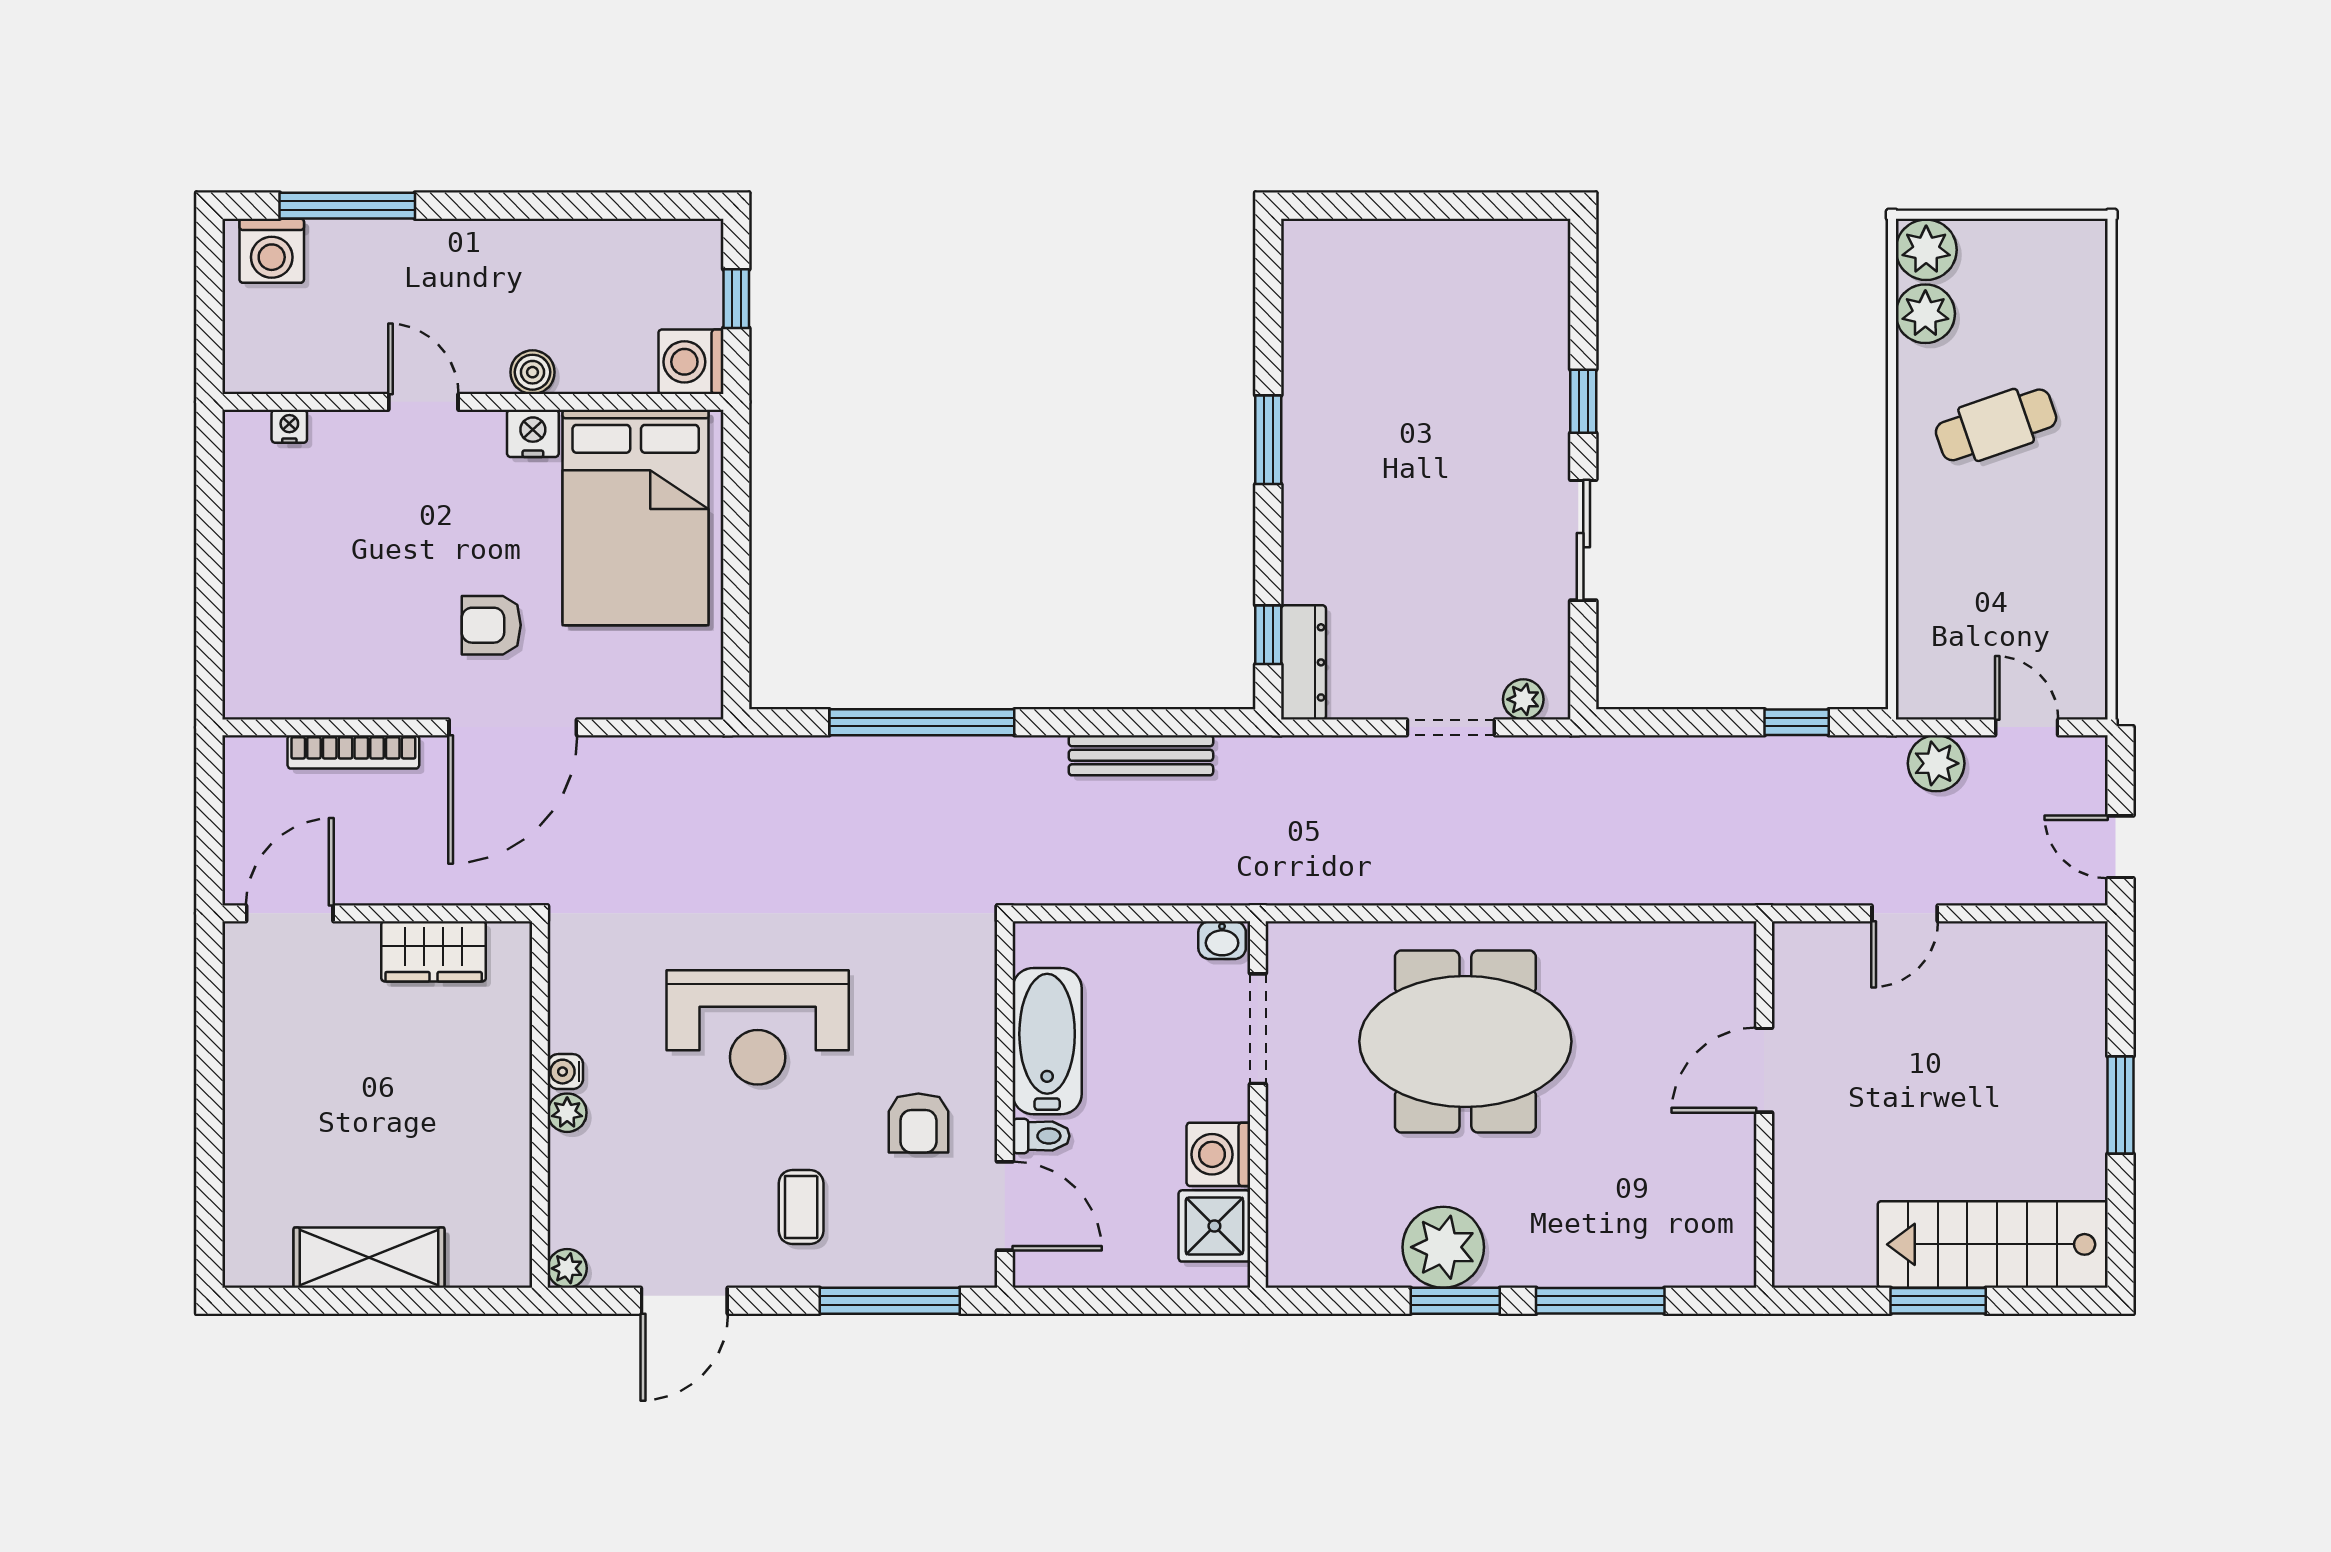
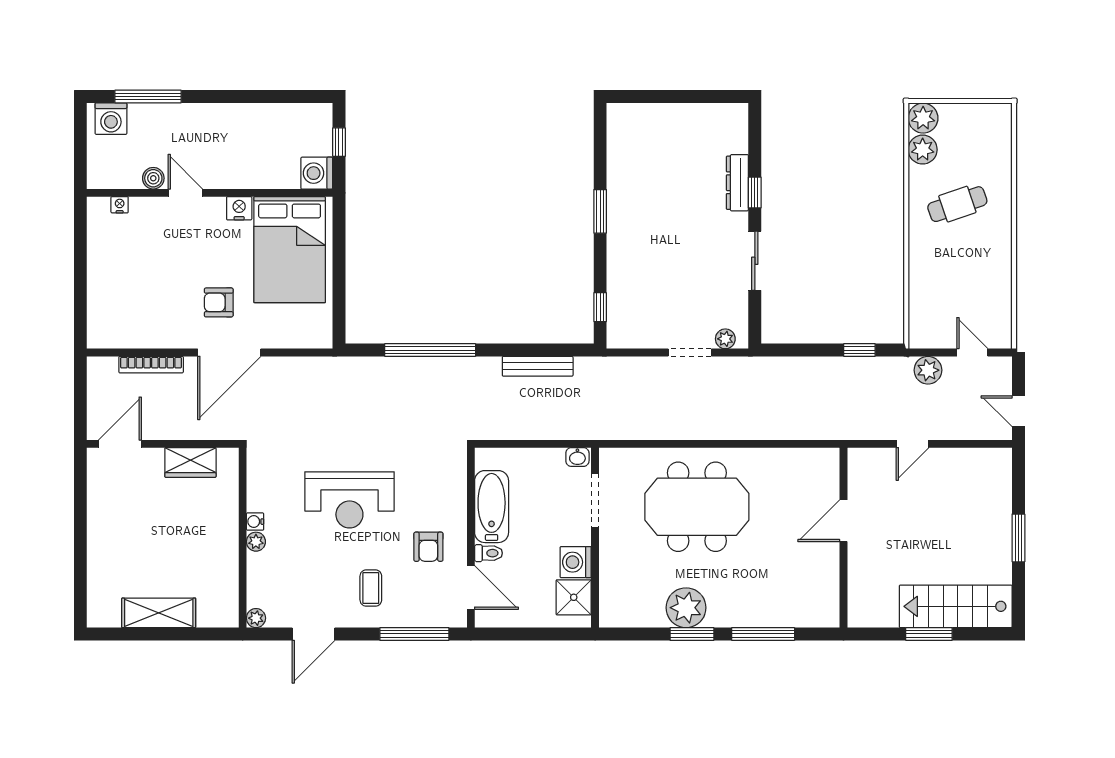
boiler: (532, 372) -> (153, 178), moved
dresser: (1304, 662) -> (737, 183), moved, turned 180

